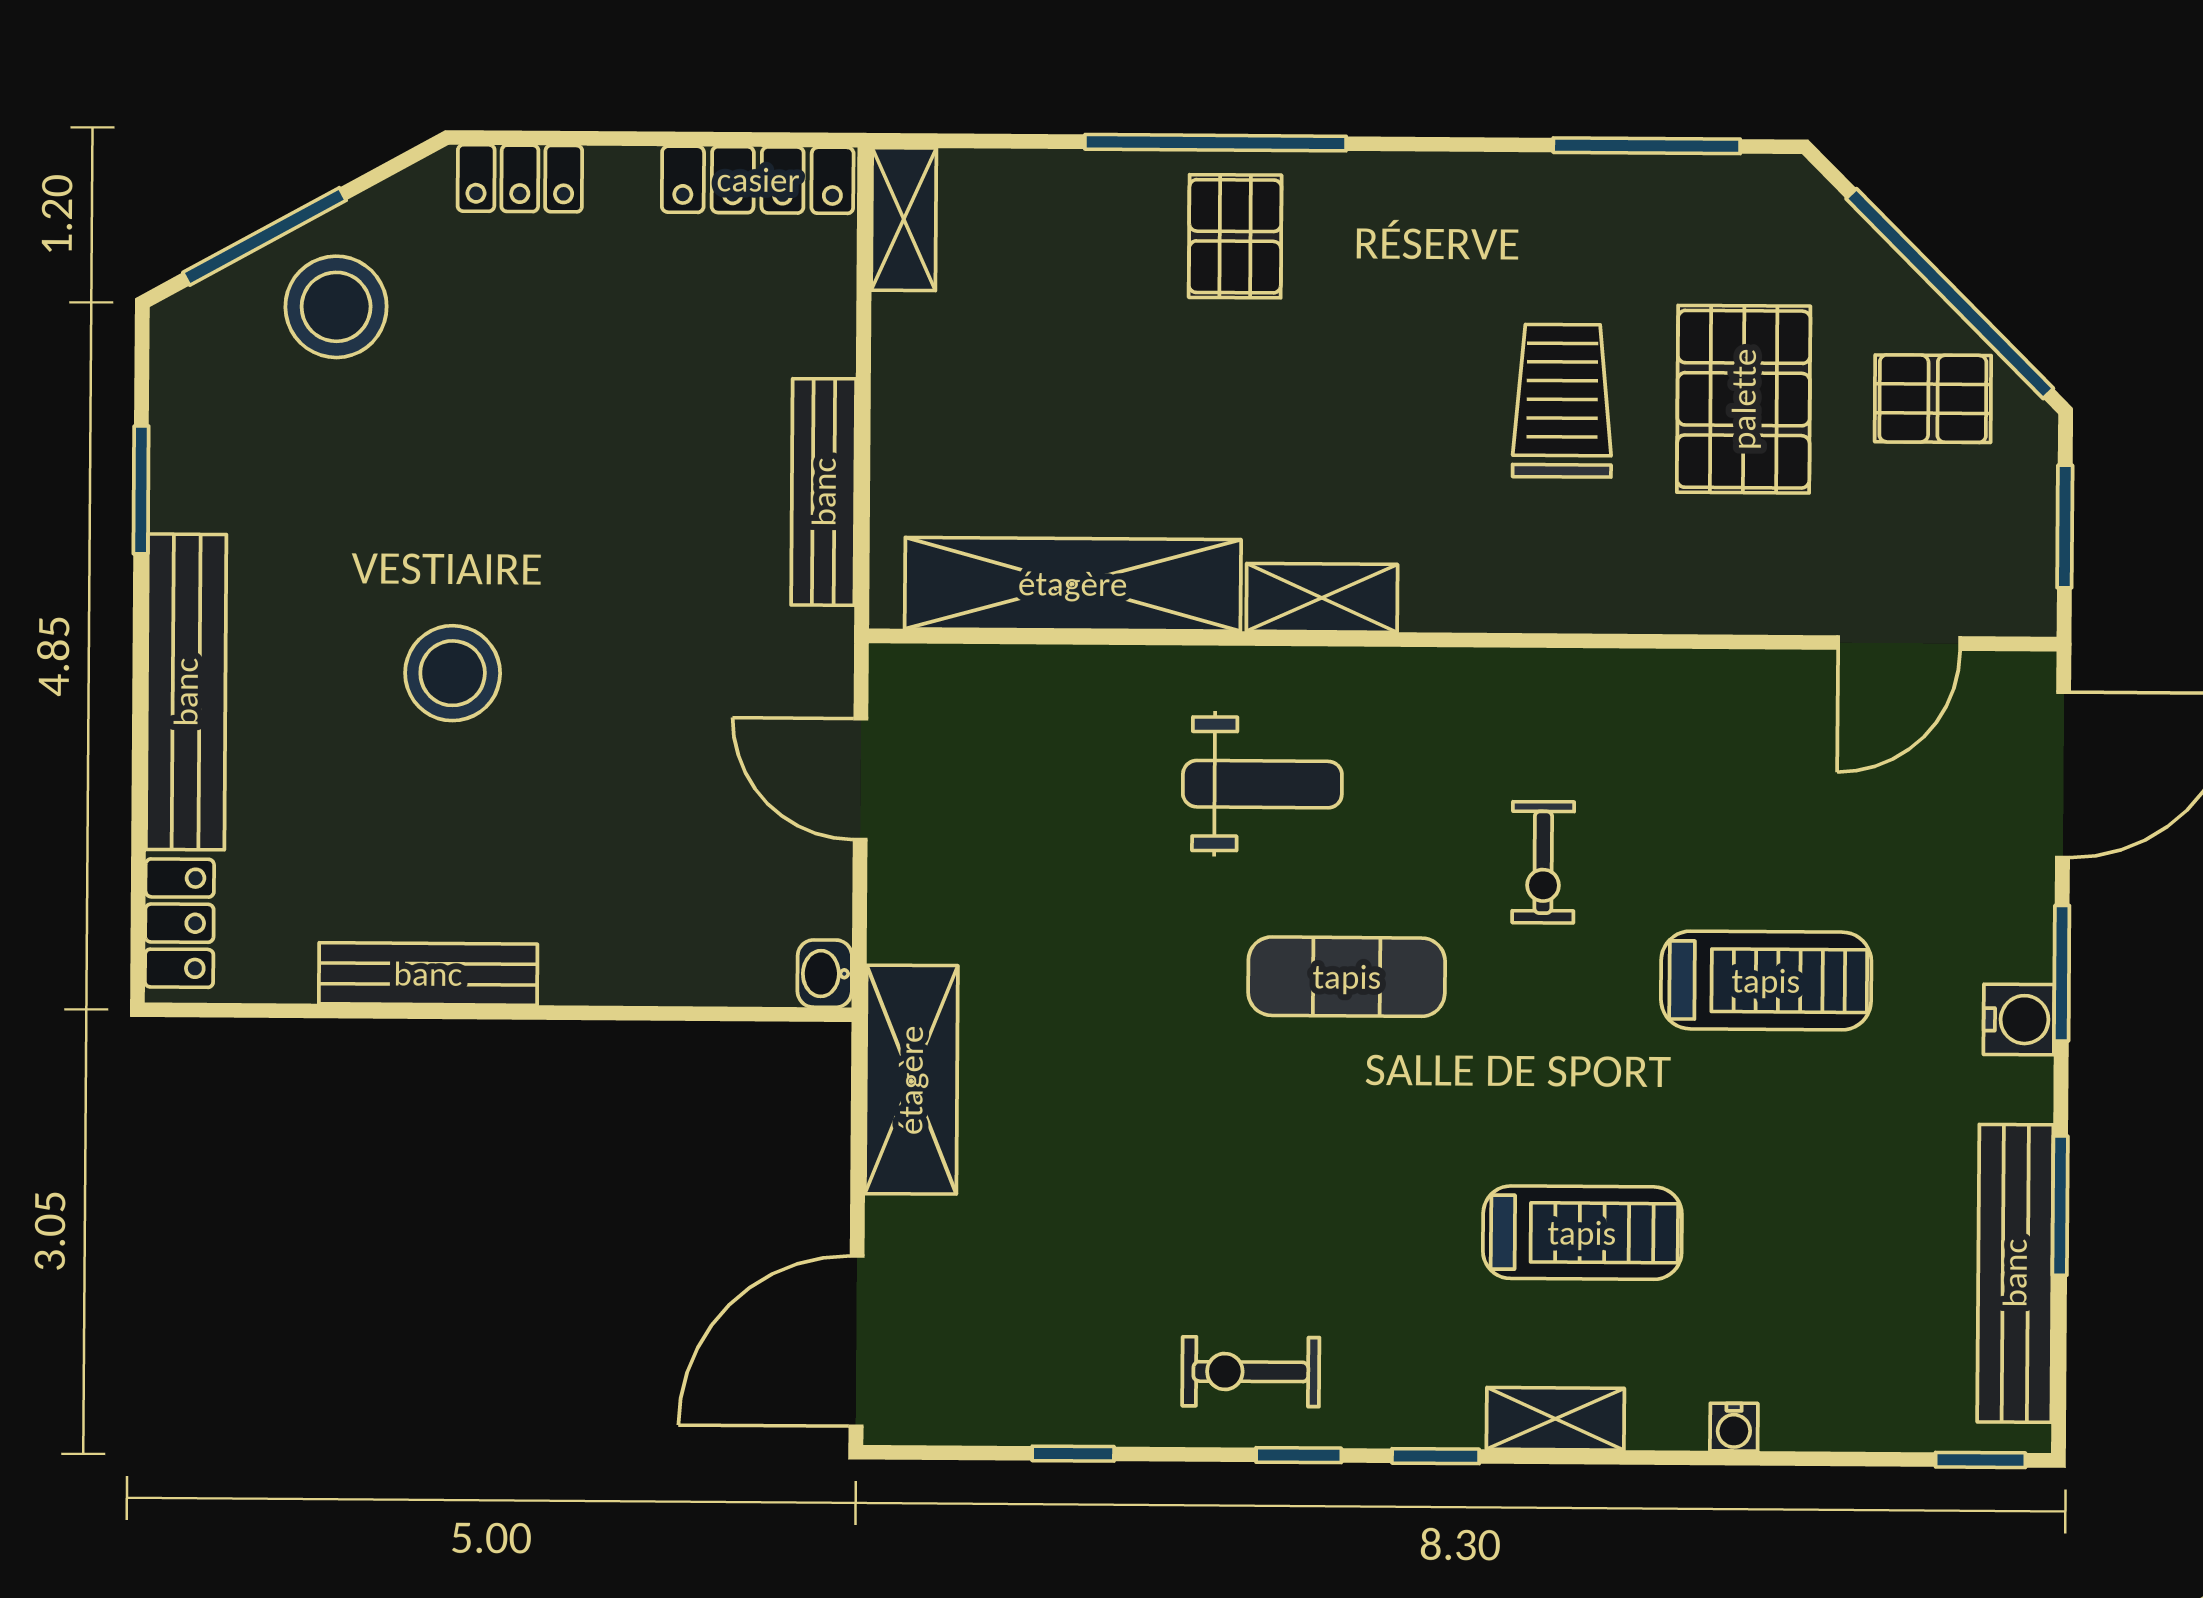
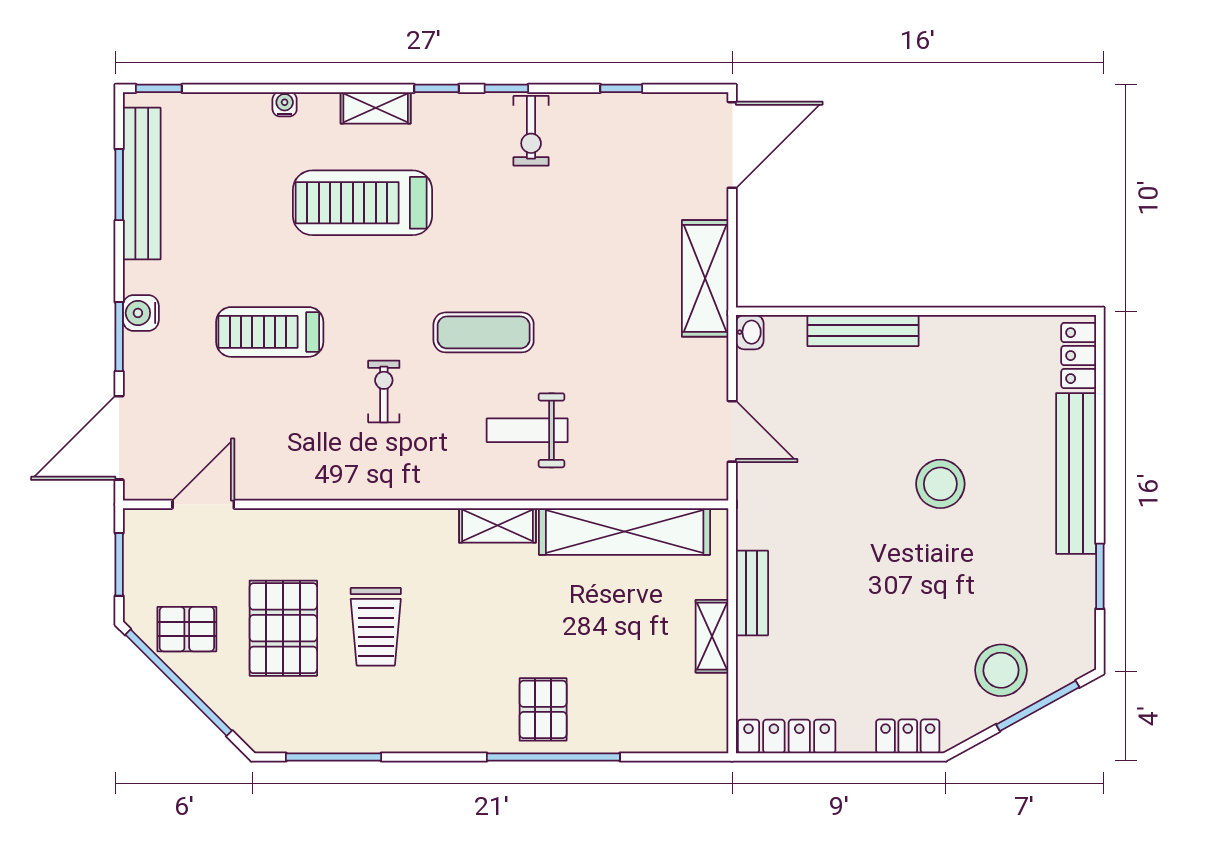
shelving: (904, 219) -> (712, 636), moved
bench: (824, 492) -> (752, 593), width x0.73
bench: (428, 974) -> (863, 331), moved
window: (2060, 1206) -> (119, 185), moved
treadmill: (1582, 1233) -> (363, 203), width x1.37, depth x1.38
exercise bike: (1251, 1372) -> (531, 131), turned 90

